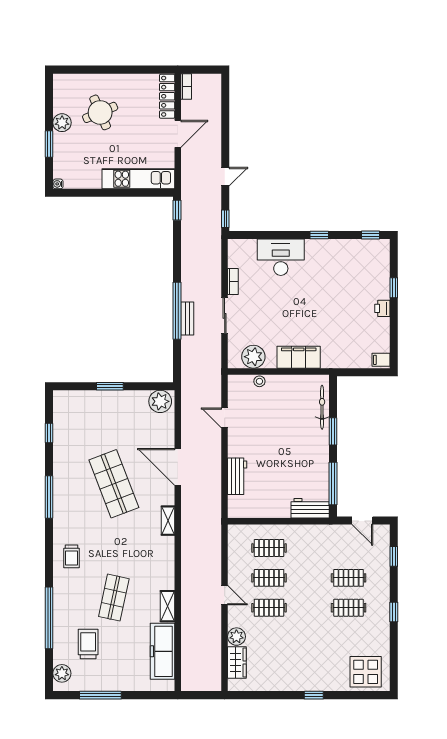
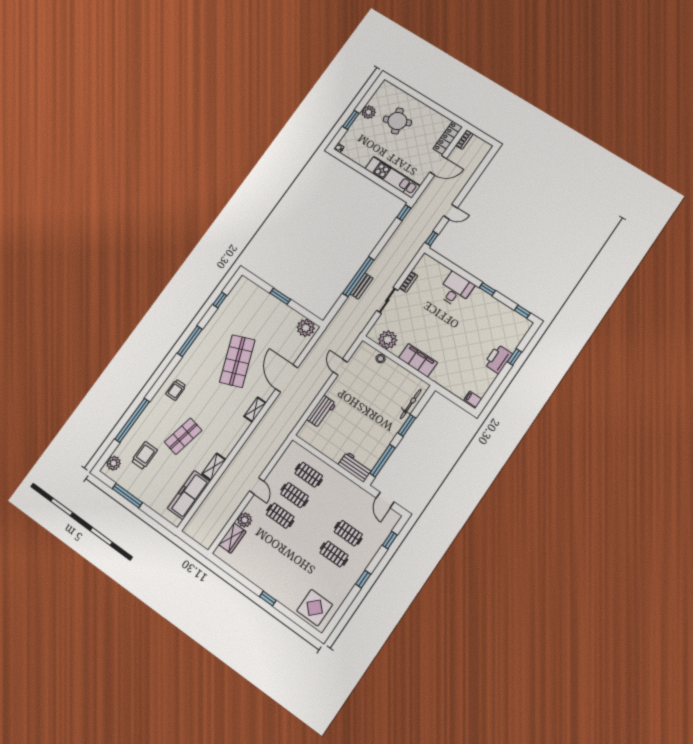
desk: (281, 257) -> (456, 290), width x0.73
printer: (382, 308) -> (498, 359), width x1.87, depth x1.48

